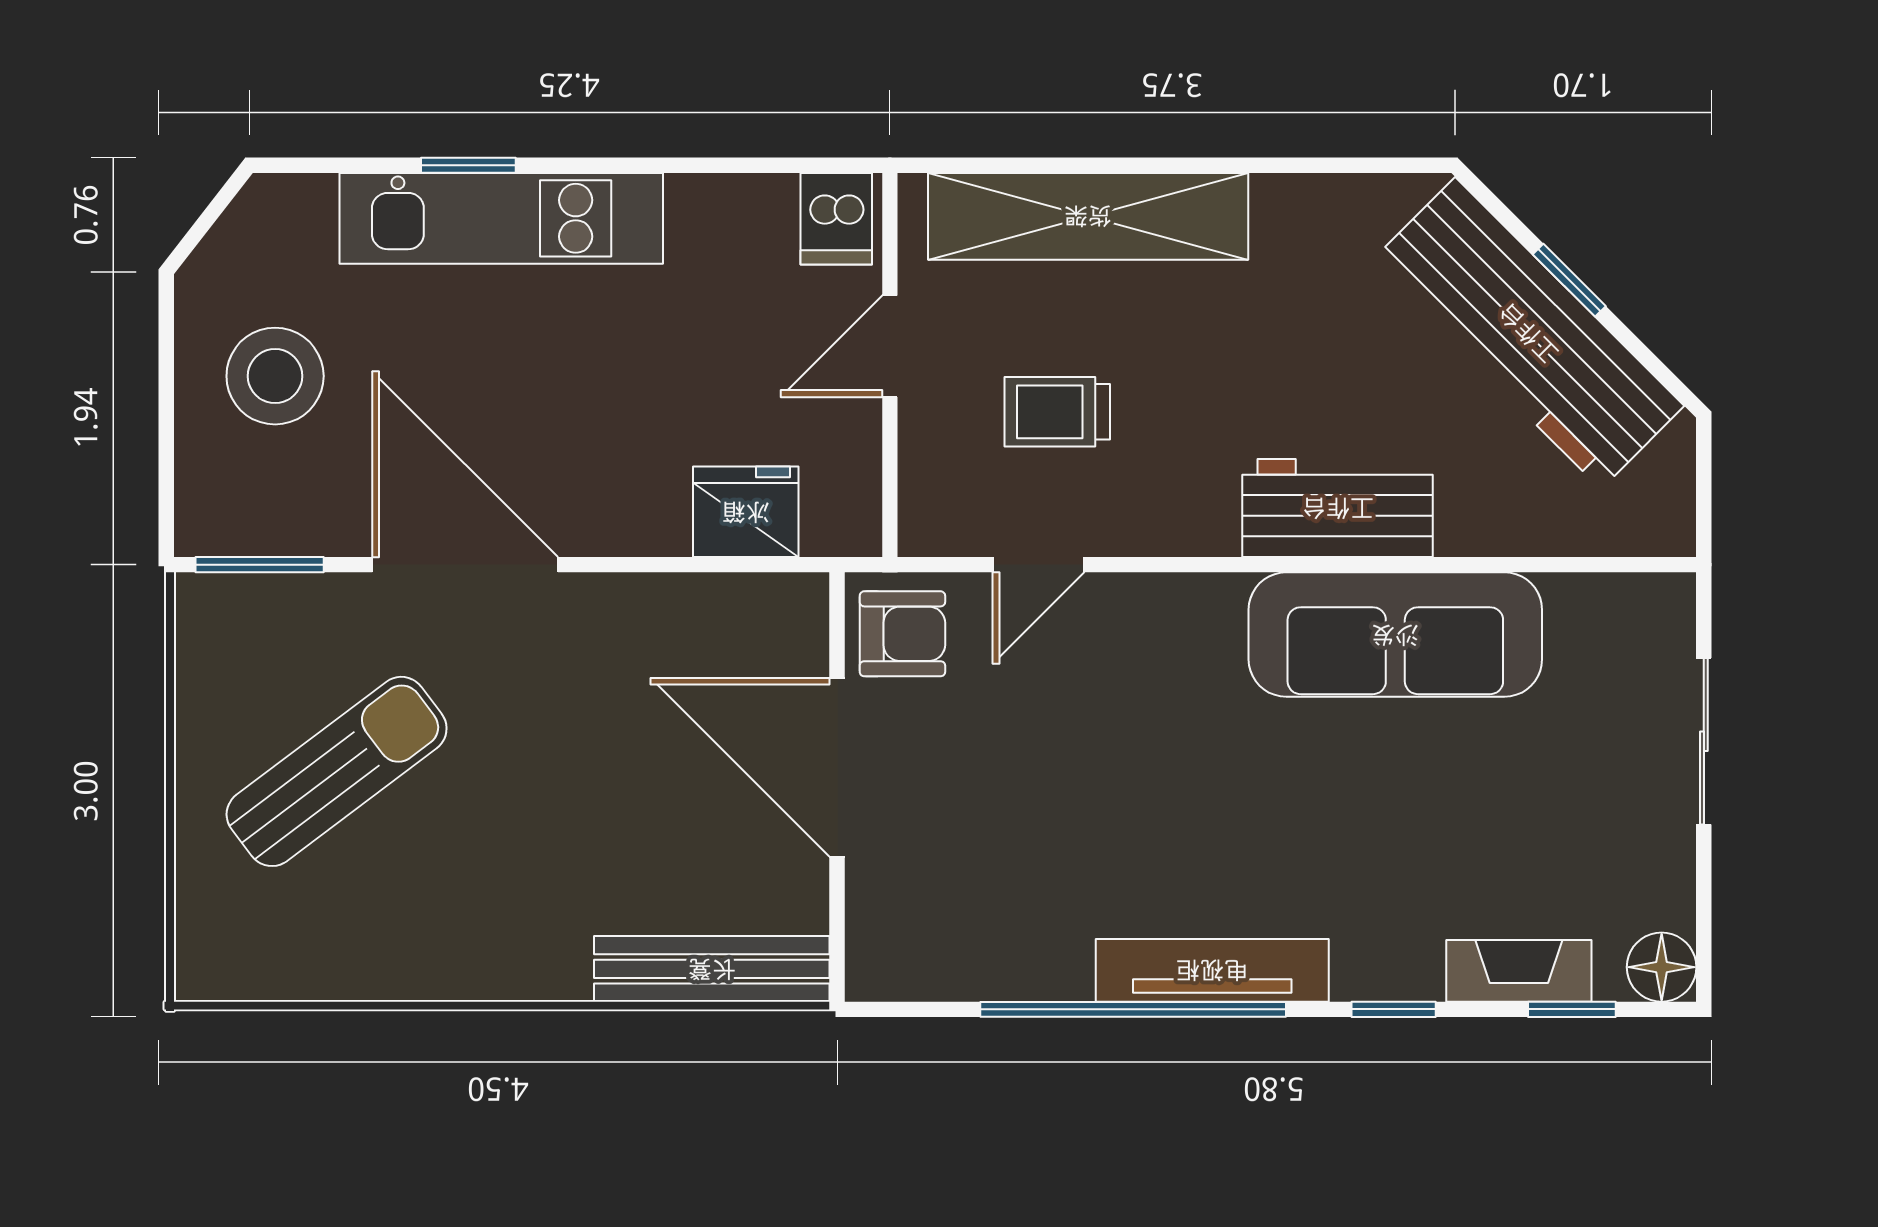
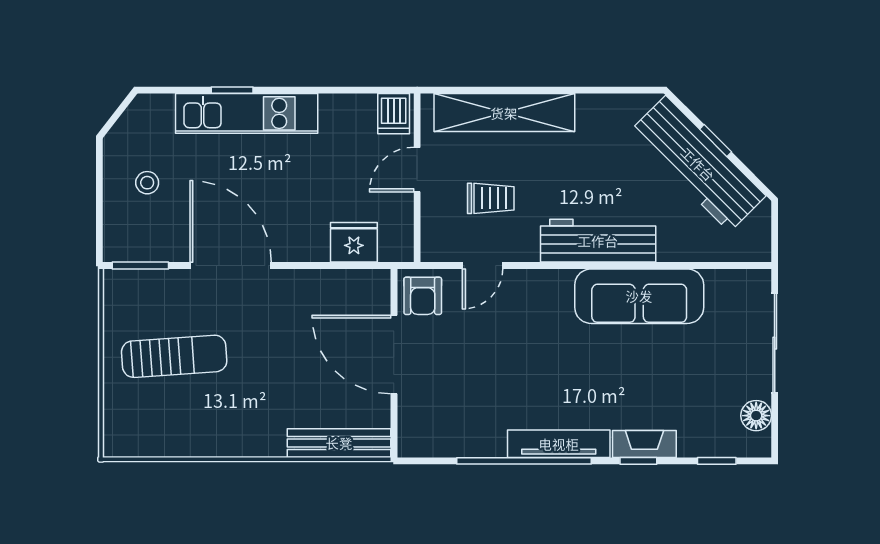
stool: (275, 376) -> (147, 183), width x0.53, depth x0.53
trolley: (1057, 412) -> (491, 198), turned 180
workbench: (1338, 508) -> (598, 241), width x1.37
armchair: (902, 634) -> (423, 296), turned 90
sliding door: (1704, 741) -> (775, 343), width x1.37
sun lounger: (337, 771) -> (174, 356), turned 33
floor lamp: (1662, 967) -> (756, 416), moved
fireplace: (1519, 971) -> (644, 444), moved

